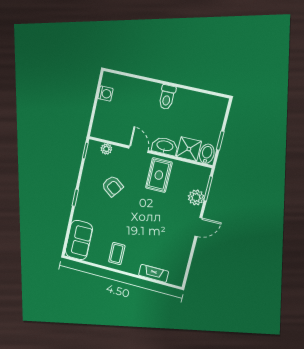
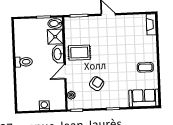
washing machine: (105, 94) -> (44, 106), moved
plant: (196, 197) -> (88, 22), removed
fireplace: (154, 273) -> (151, 24), moved

